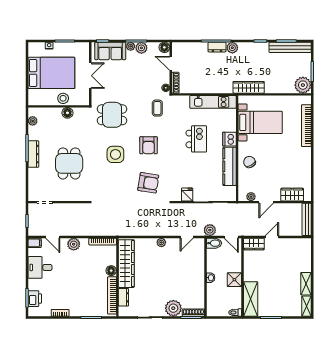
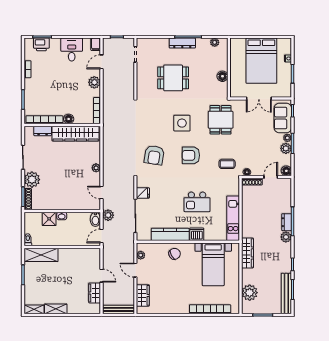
plant: (303, 85) -> (250, 293), moved
stool: (63, 98) -> (237, 72), removed
wardrobe: (254, 244) -> (95, 293), moved
shower: (234, 280) -> (49, 219), moved

